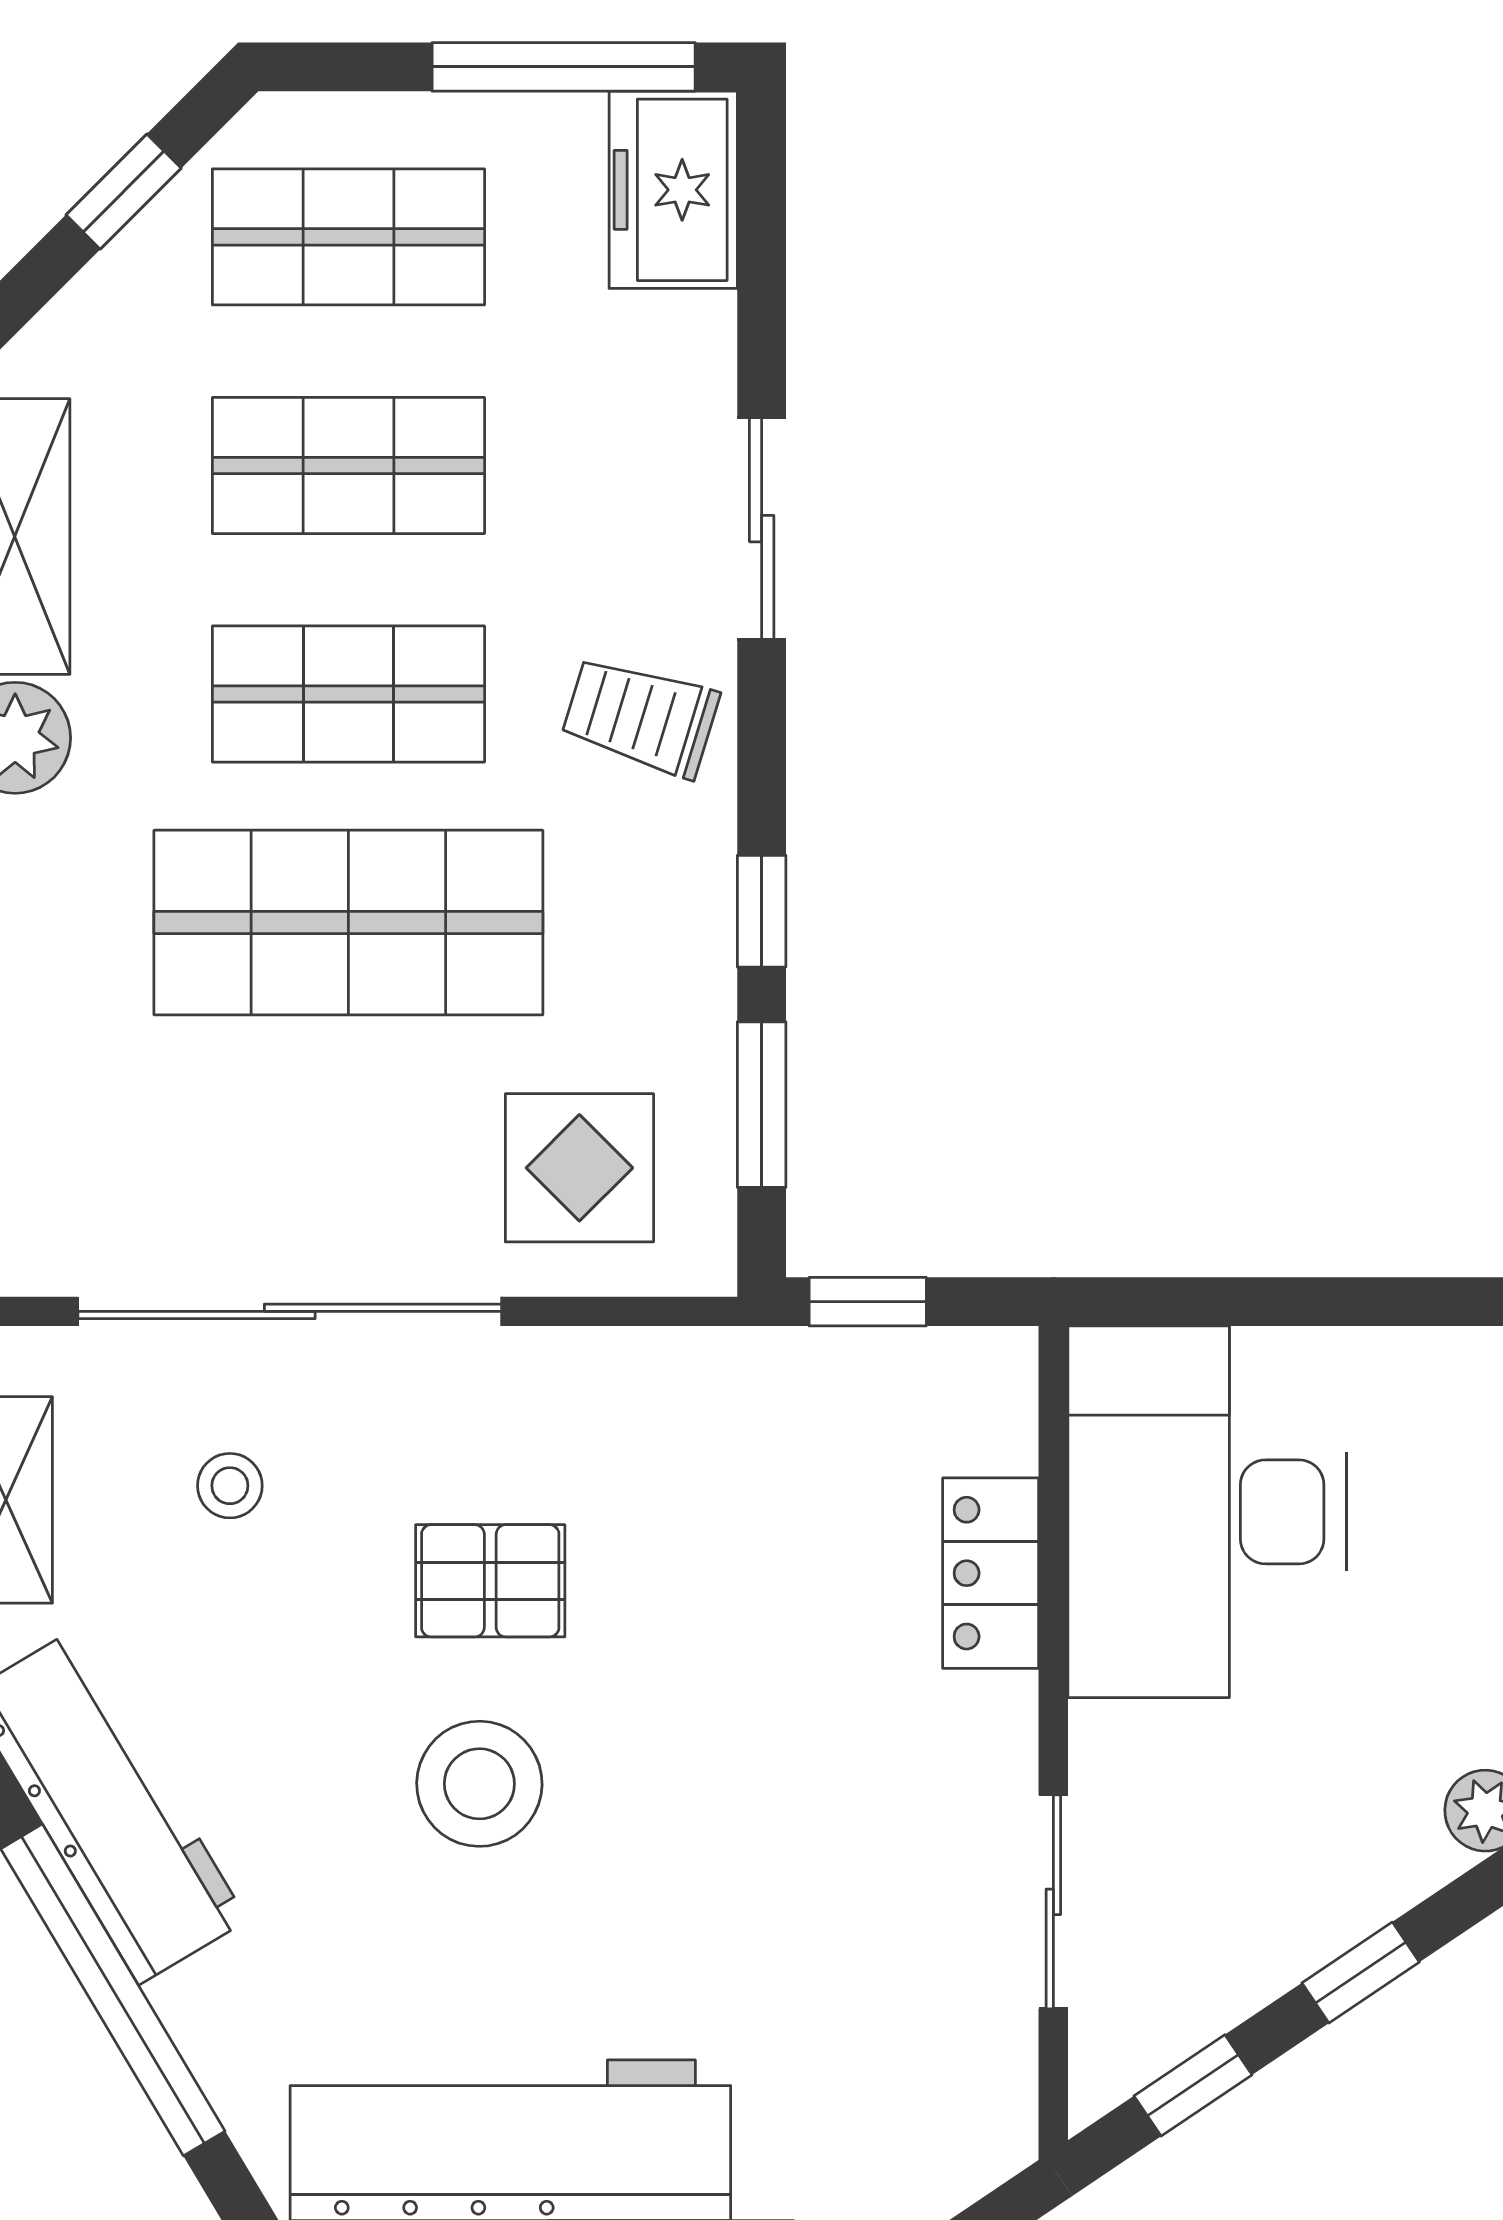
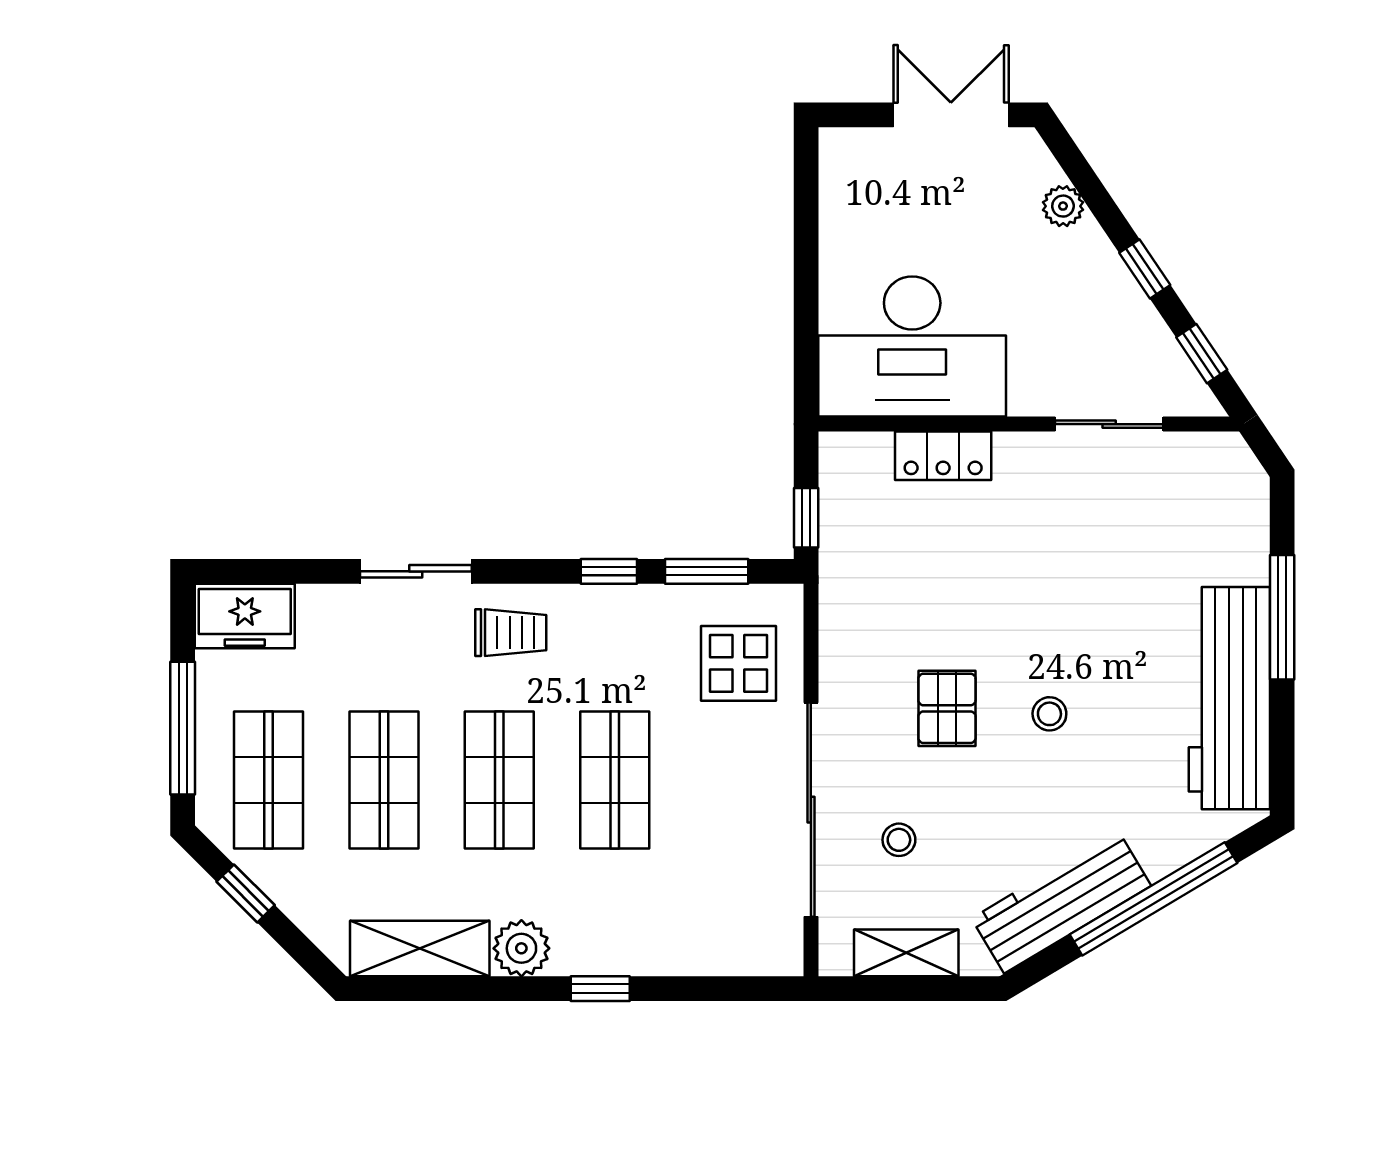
window: (564, 67) -> (183, 728), moved
trolley: (640, 717) -> (511, 633), turned -107
shop shelf: (348, 923) -> (615, 780), width x0.70, depth x0.74
stool: (479, 1784) -> (1049, 714), width x0.53, depth x0.53

